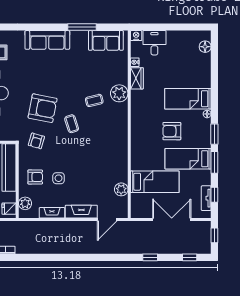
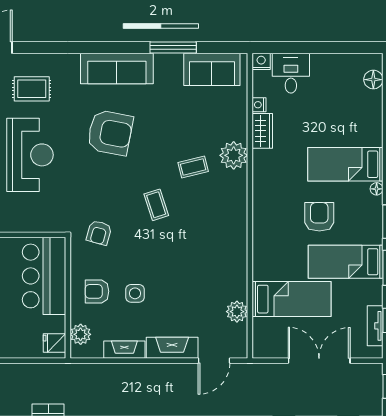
armchair: (43, 108) -> (110, 133), moved
armchair: (172, 131) -> (319, 217), turned 90
armchair: (35, 177) -> (97, 291), turned 180

